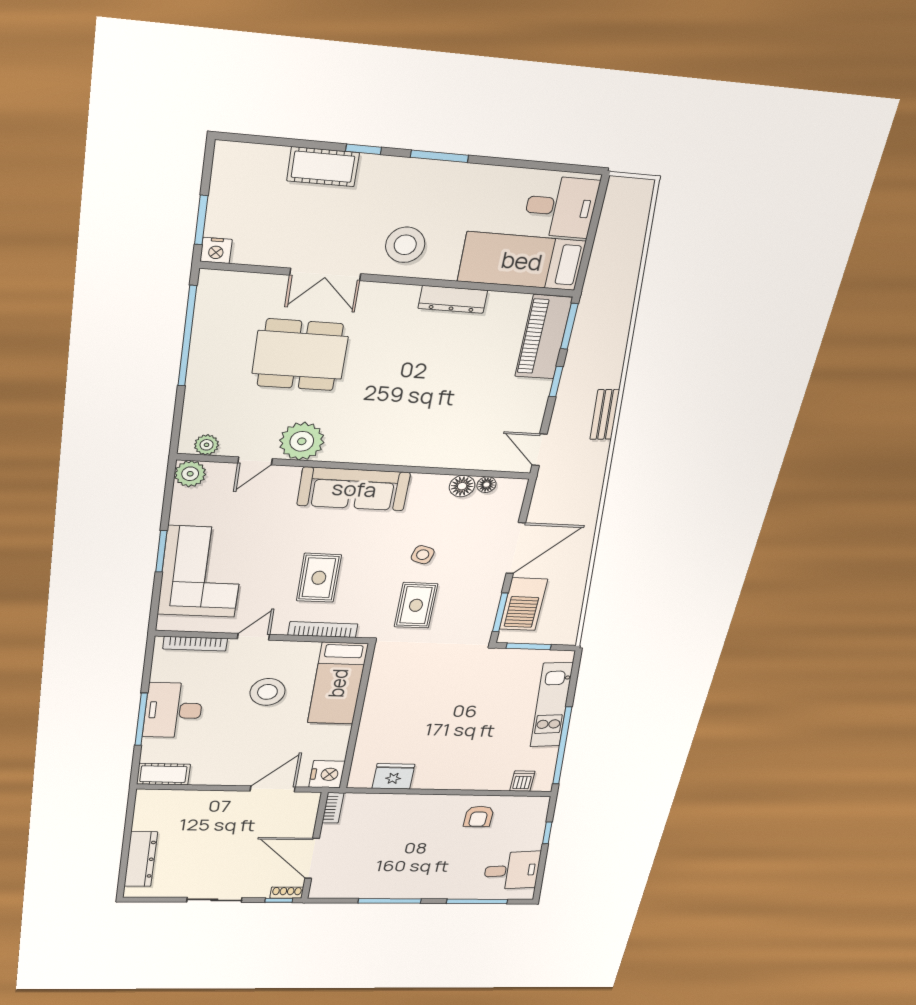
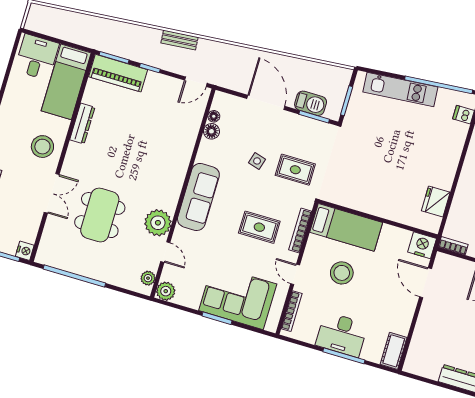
barbecue: (523, 604) -> (311, 103), width x0.73, depth x0.83

